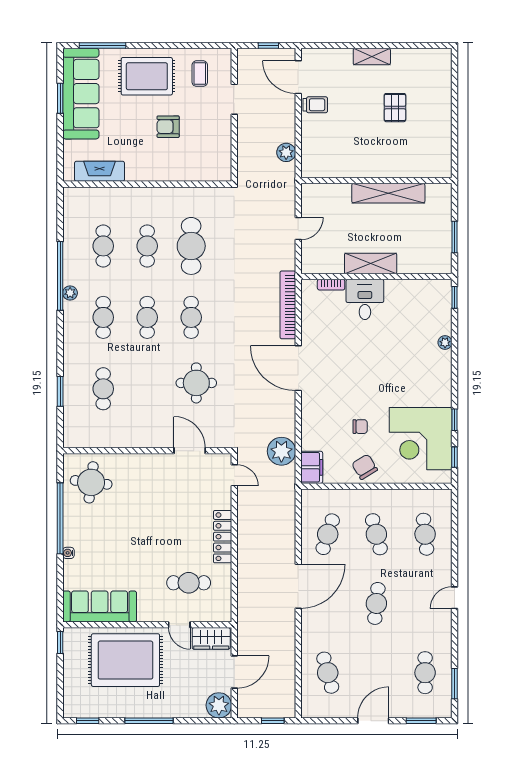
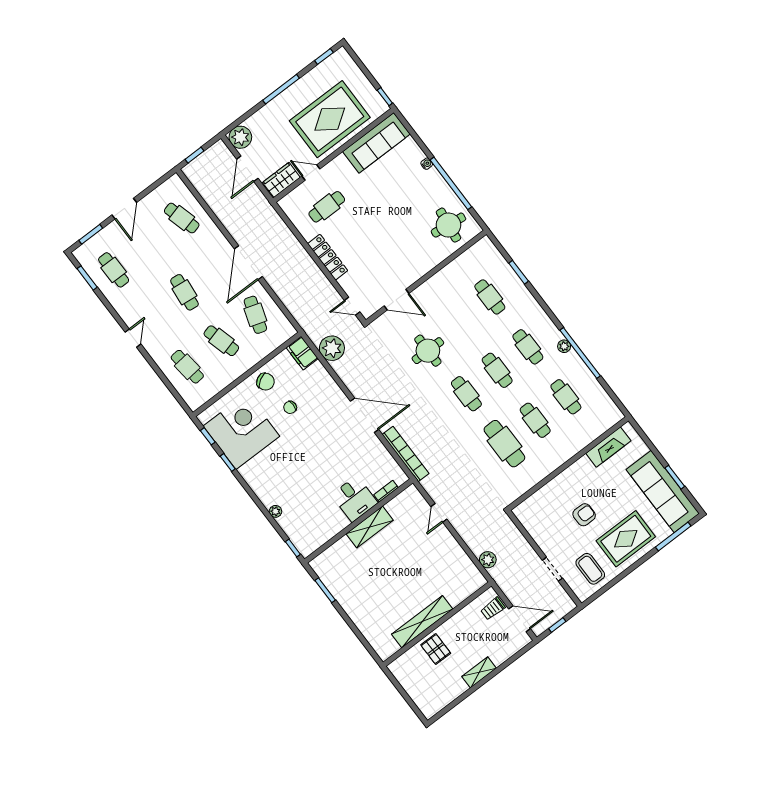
coffee table: (200, 74) -> (590, 569), width x1.36, depth x1.30
wall: (376, 181) -> (437, 624), moved
shelving: (388, 193) -> (422, 622), moved

